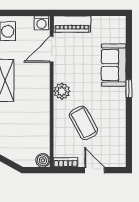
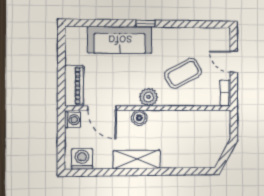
sofa: (114, 65) -> (120, 40), width x1.36
boiler: (43, 160) -> (139, 118), moved
door: (94, 170) -> (234, 62), hinge flipped

